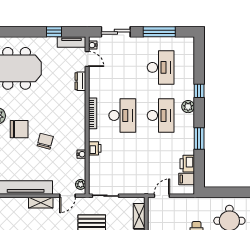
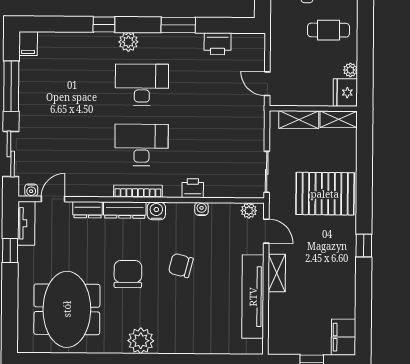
desk: (161, 67) -> (67, 84), removed
dresser: (80, 105) -> (125, 210), added
water cooler: (80, 125) -> (156, 211), added
chair: (19, 129) -> (128, 274), moved
filing cabinet: (187, 179) -> (28, 44), moved

